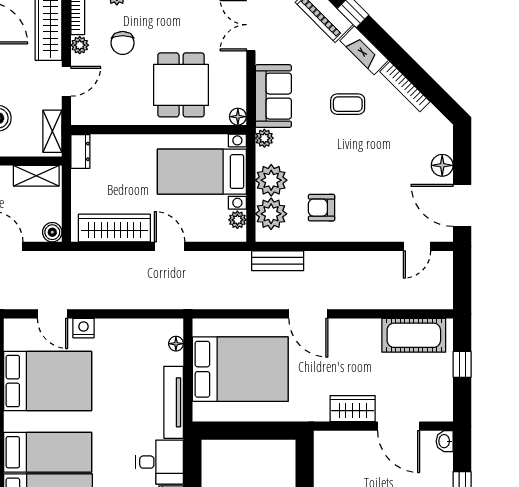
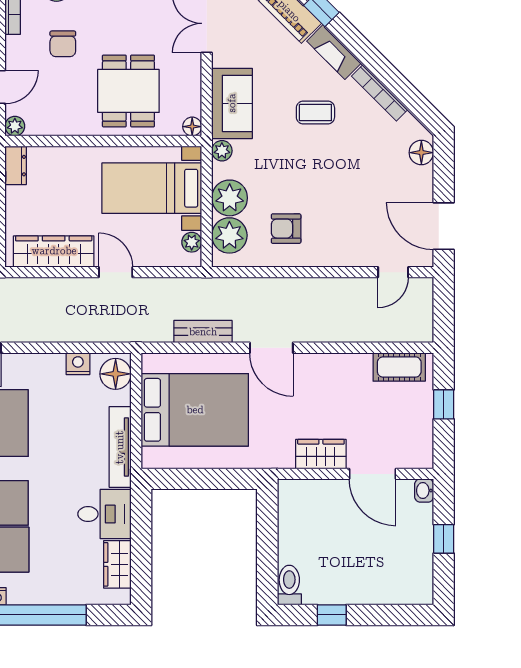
plant: (80, 45) -> (15, 126), moved
floor lamp: (442, 165) -> (421, 153), moved
bench: (278, 261) -> (203, 332), moved
nightstand: (83, 328) -> (78, 364), moved
cot: (414, 335) -> (399, 367), width x0.73, depth x0.75
floor lamp: (176, 344) -> (116, 374), width x1.89, depth x1.89

